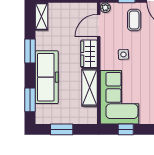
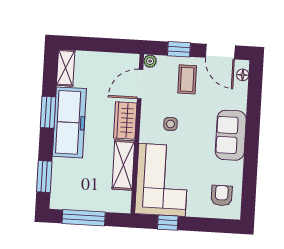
freezer: (47, 77) -> (69, 122), moved
window: (62, 129) -> (84, 218), width x1.44

